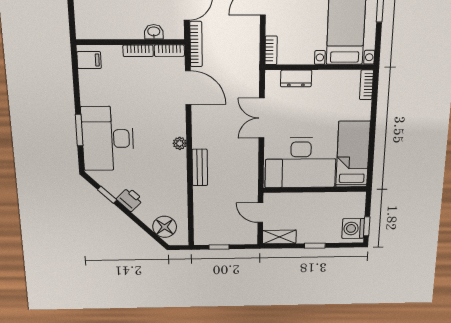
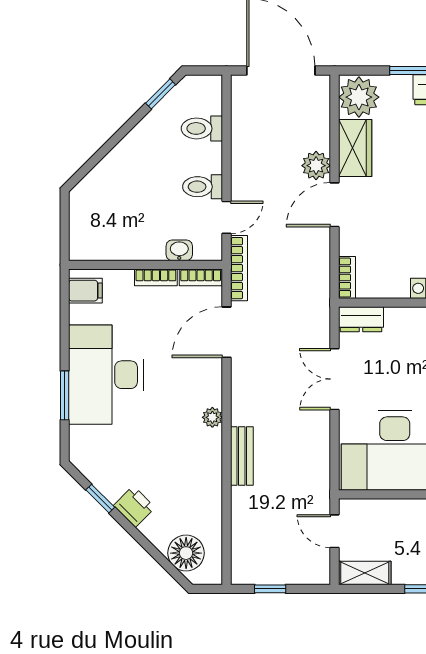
dresser: (296, 78) -> (361, 319), moved
door: (188, 88) -> (227, 332), swing flipped
desk: (108, 139) -> (106, 375), moved

